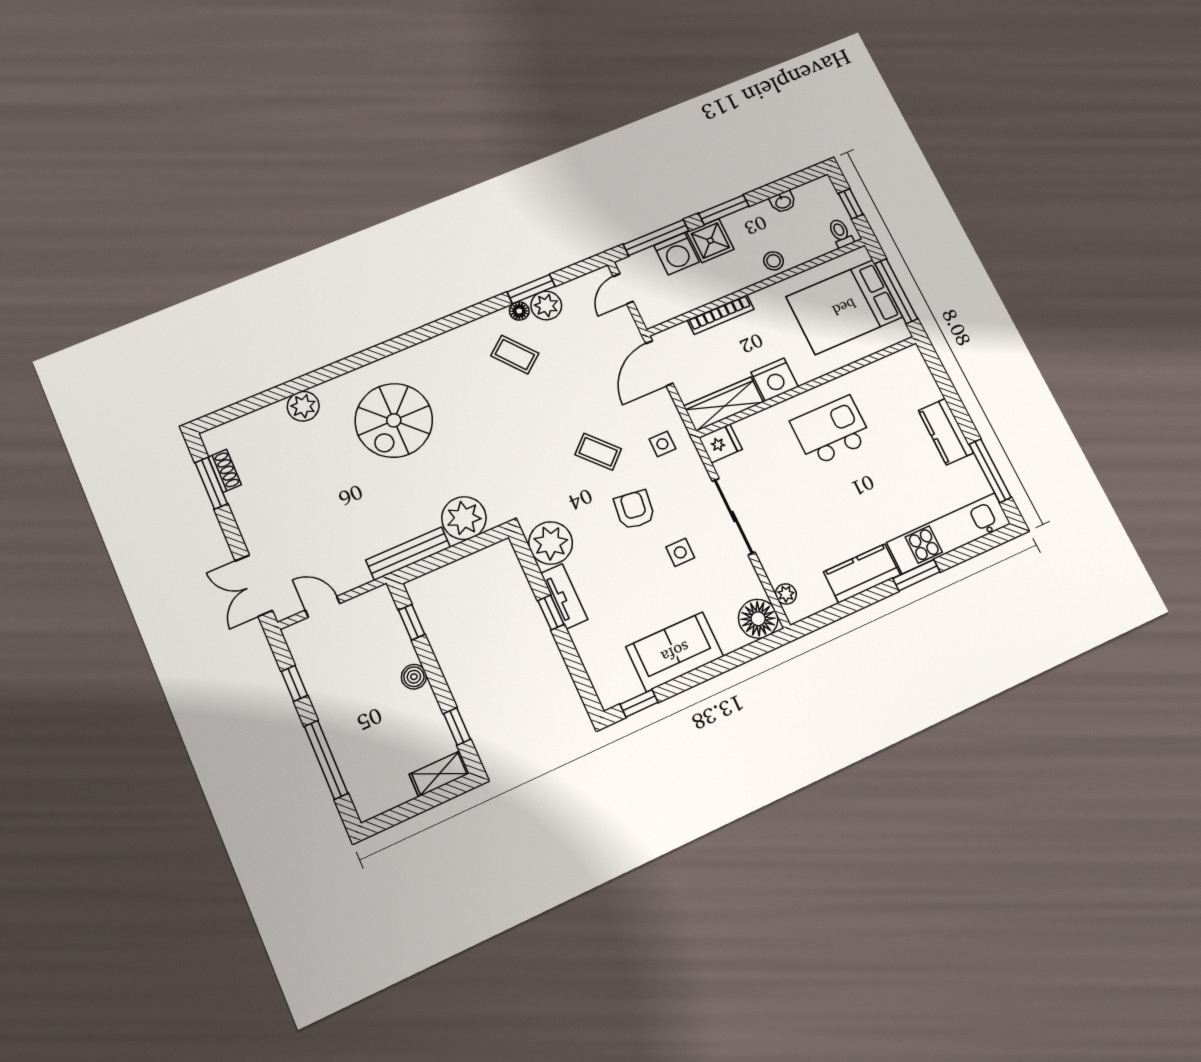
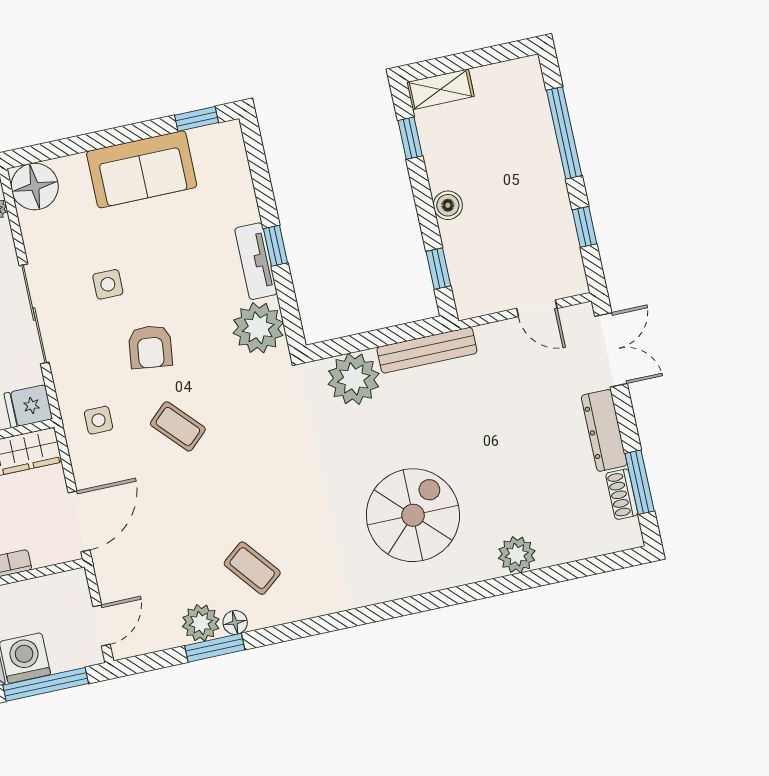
dresser: (248, 519) -> (604, 430), added

